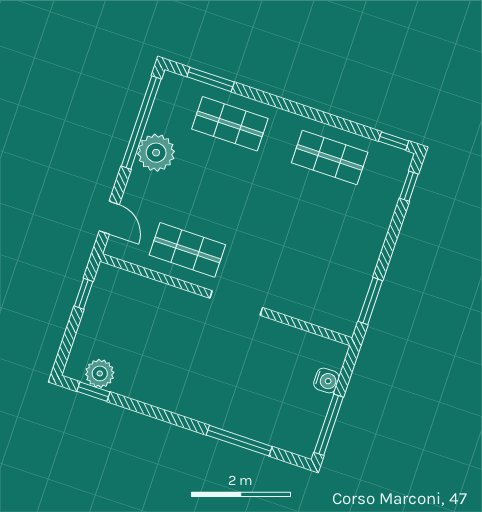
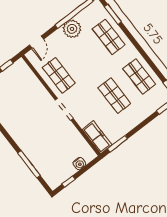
shop shelf: (308, 220) -> (114, 96), added
freezer: (327, 314) -> (97, 137), added
window: (329, 425) -> (69, 182), width x0.46

